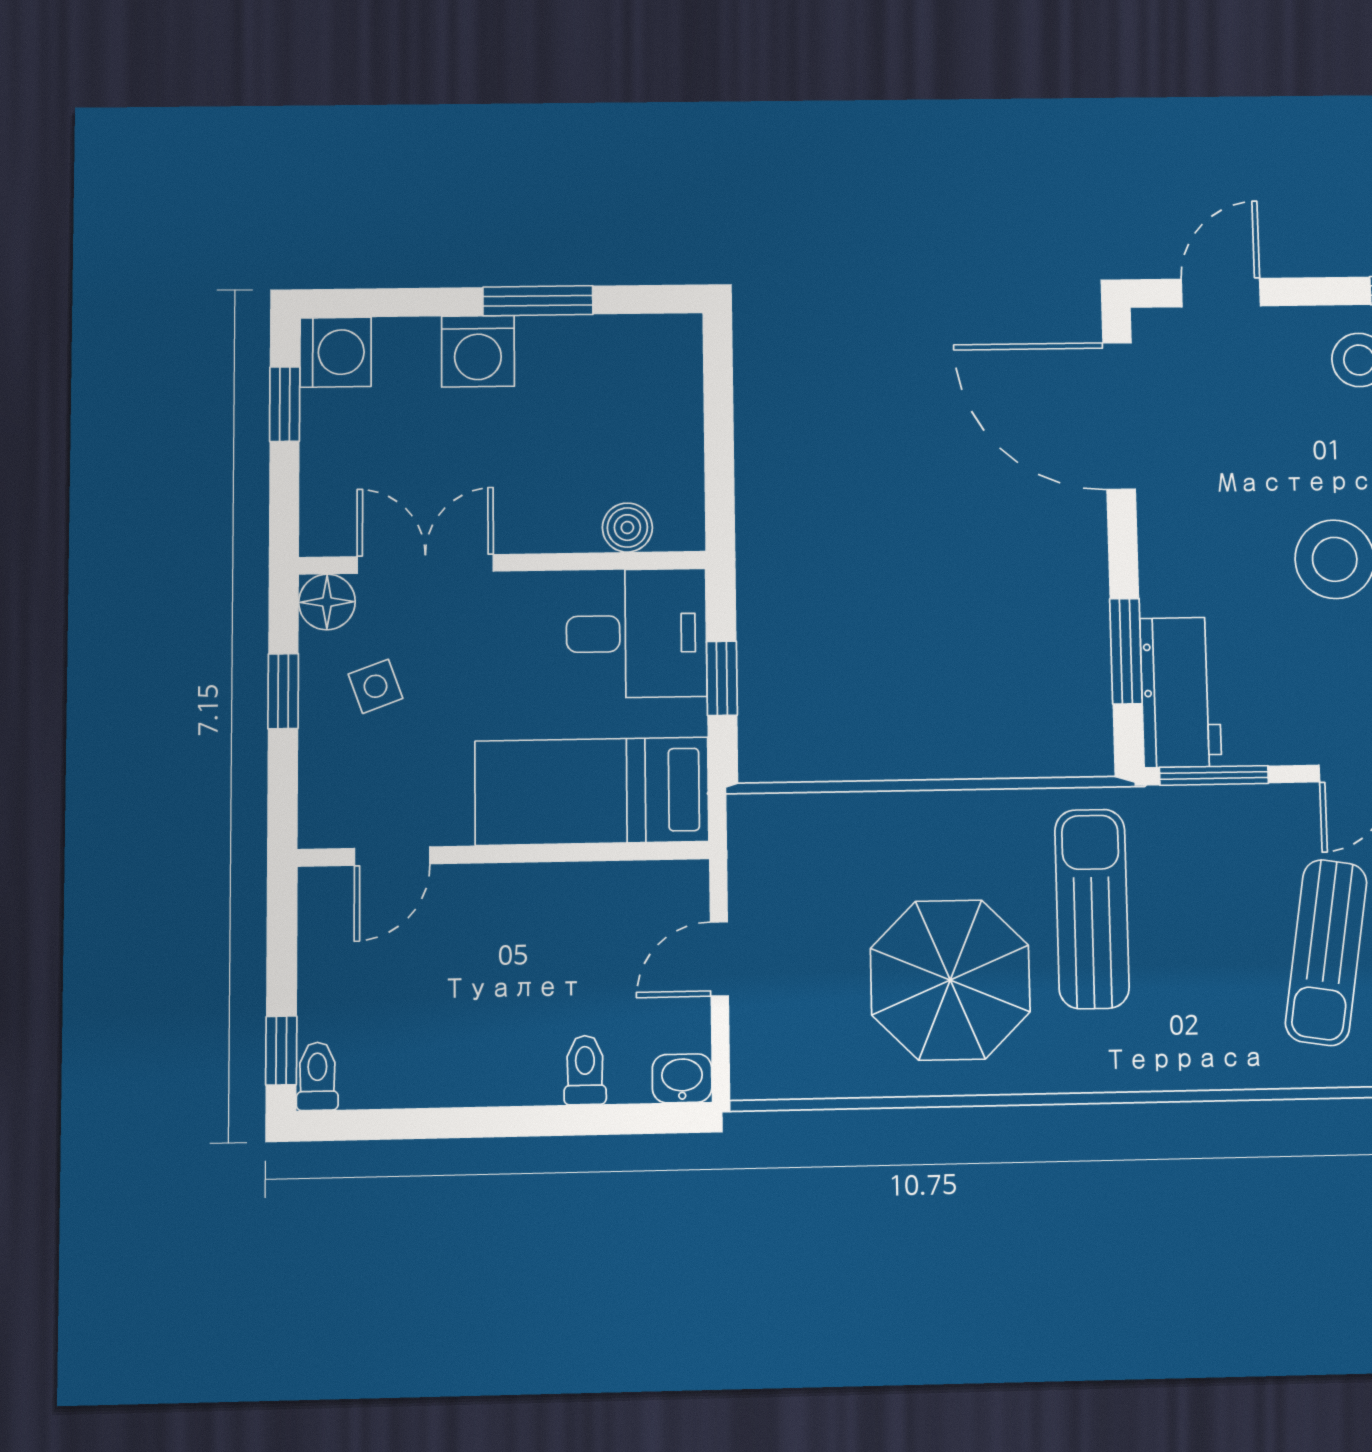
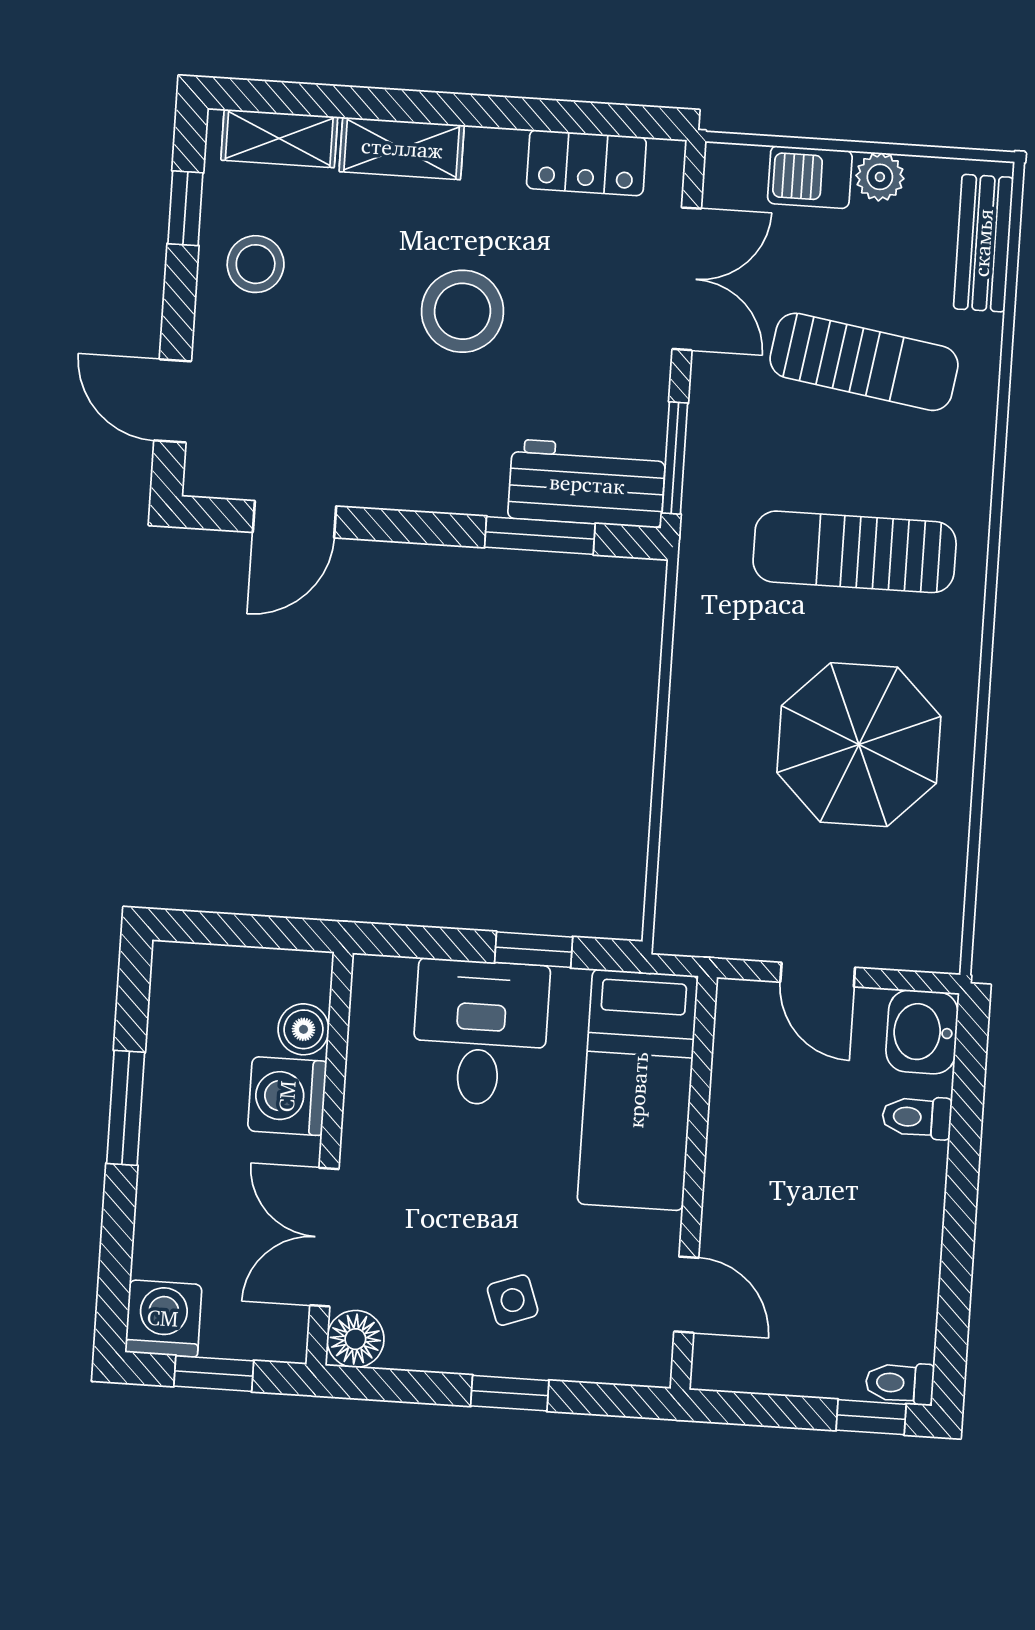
washing machine: (478, 351) -> (287, 1096), moved, turned 180
door: (1119, 416) -> (294, 519), width x0.53
boiler: (627, 528) -> (303, 1029), moved
wall: (503, 563) -> (330, 1159), moved
double door: (425, 564) -> (324, 1237), moved
floor lamp: (327, 602) -> (355, 1339), moved
sun lounger: (1092, 909) -> (855, 552), moved
washbasin: (682, 1078) -> (922, 1032), width x1.38, depth x1.45

